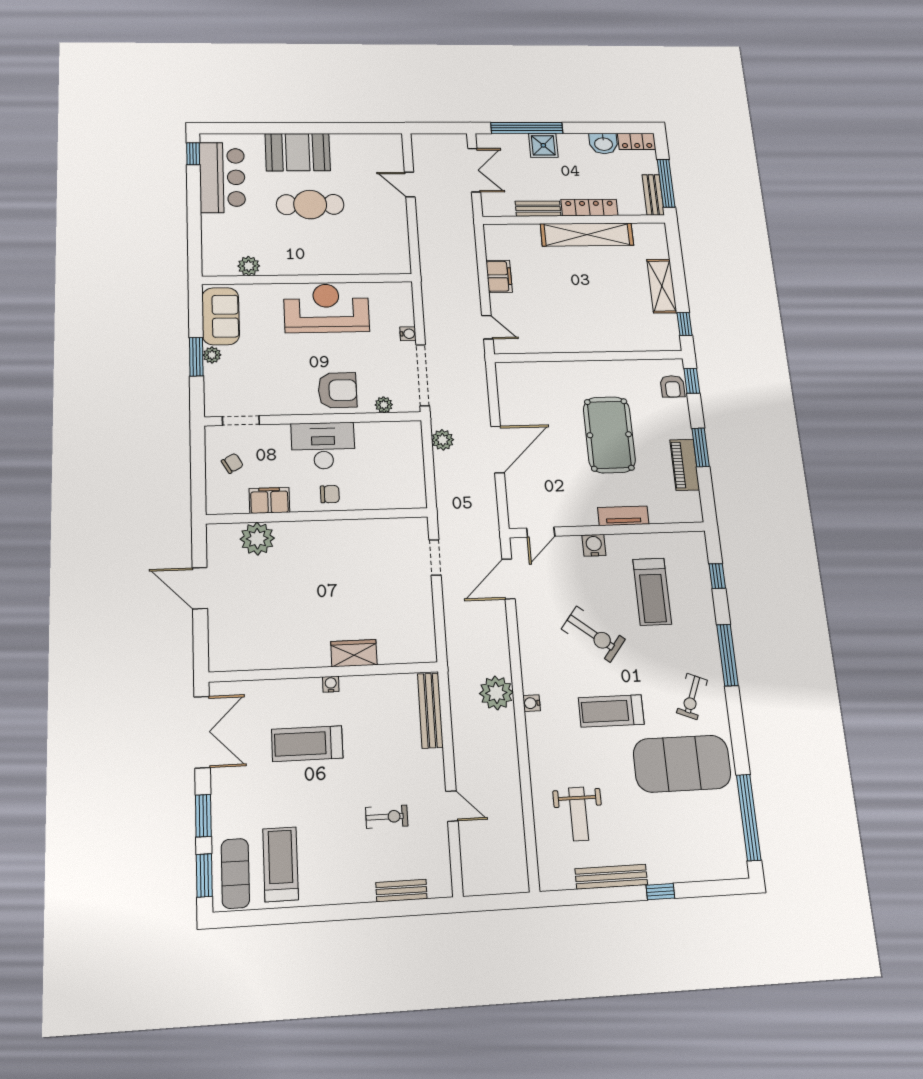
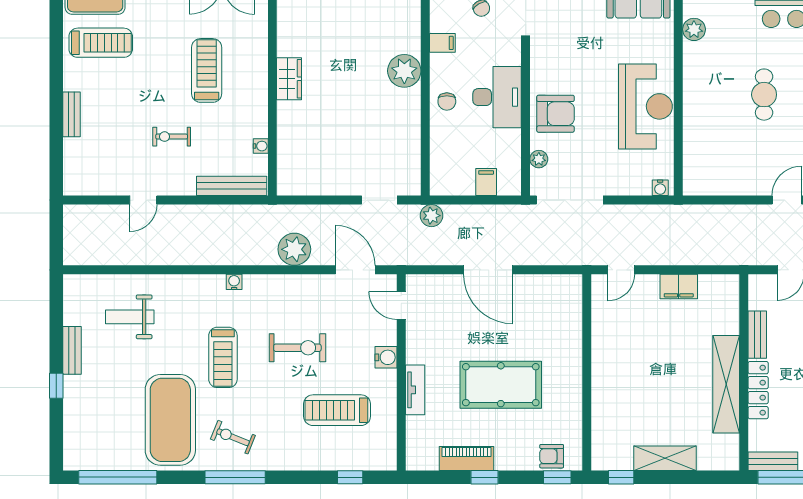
cafe table: (310, 205) -> (764, 95), width x0.73, depth x0.74
water cooler: (408, 334) -> (660, 188), moved
armchair: (337, 390) -> (555, 114), turned -90
plant: (443, 440) -> (432, 216), moved
window: (700, 447) -> (485, 477), width x0.67
filing cabinet: (410, 454) -> (486, 182), added
filing cabinet: (269, 500) -> (442, 43), width x0.50
plant: (257, 539) -> (404, 71), moved
exercise bike: (593, 634) -> (297, 348), turned -128
wardrobe: (354, 653) -> (289, 79), moved
window: (727, 655) -> (235, 477), moved
water cooler: (331, 684) -> (261, 146), moved
plant: (496, 693) -> (294, 249), moved
treadmill: (611, 711) -> (223, 357), turned 180
exercise bike: (387, 817) -> (172, 137), moved, turned 90
bench: (611, 877) -> (72, 350), width x0.73
bench: (401, 891) -> (71, 114), moved

